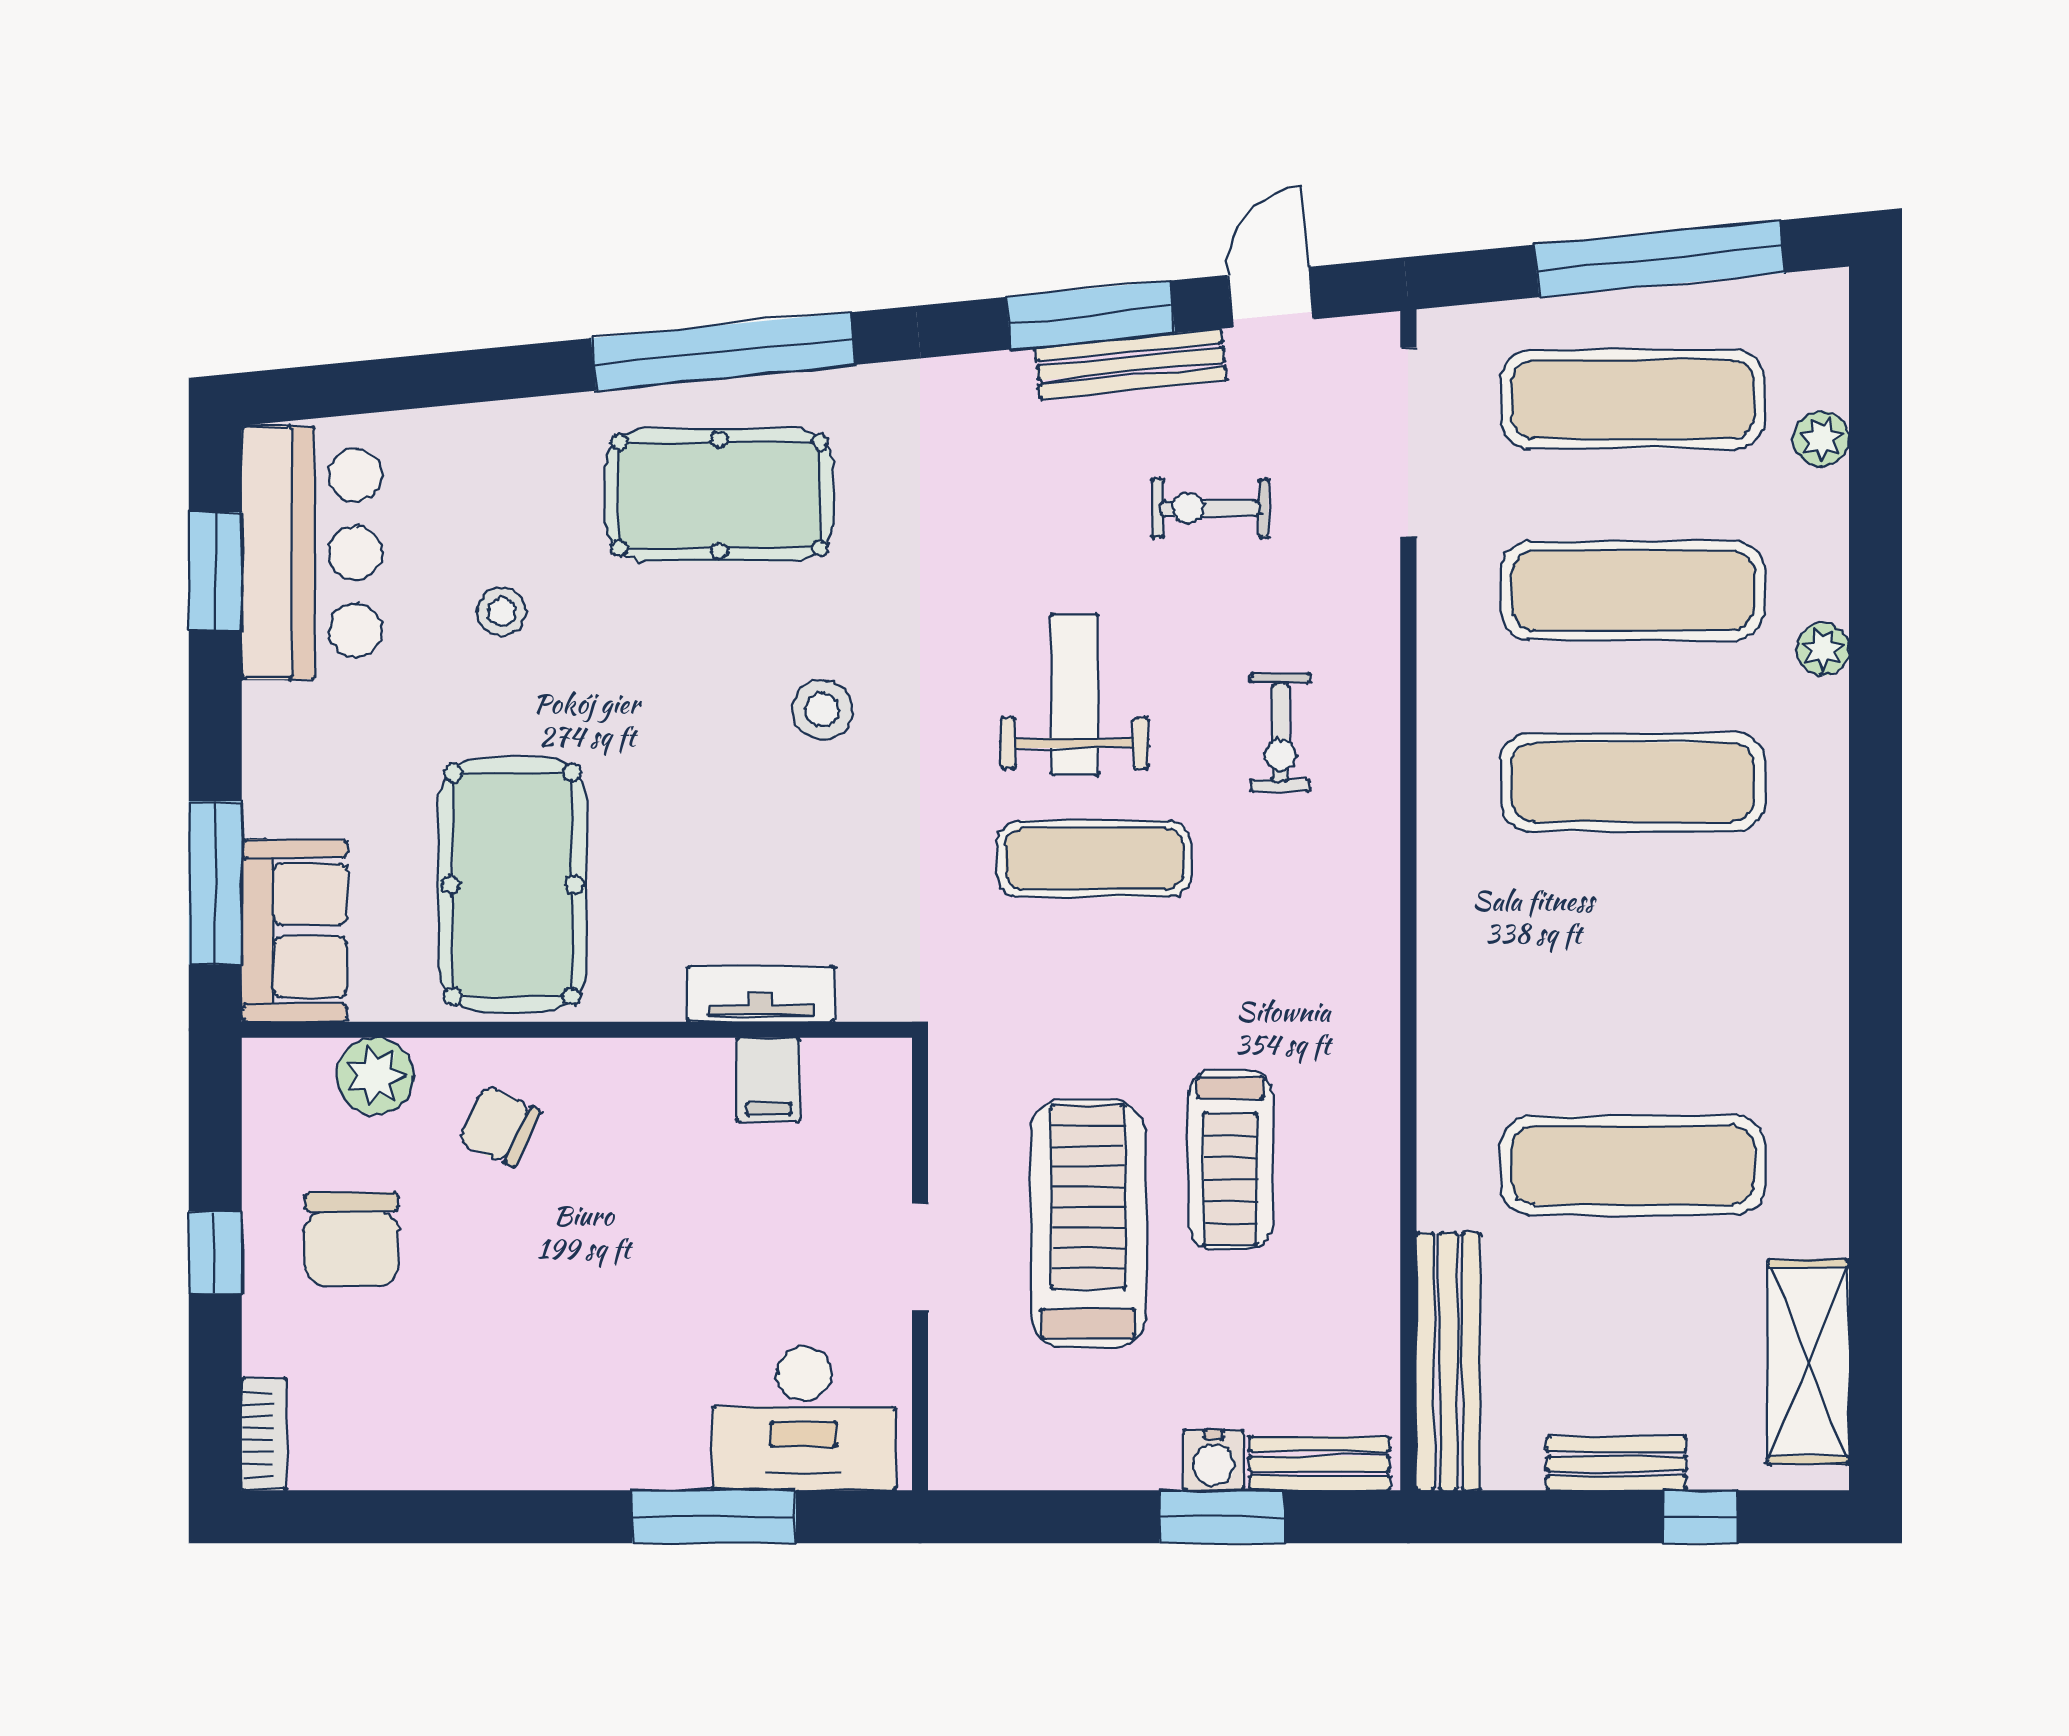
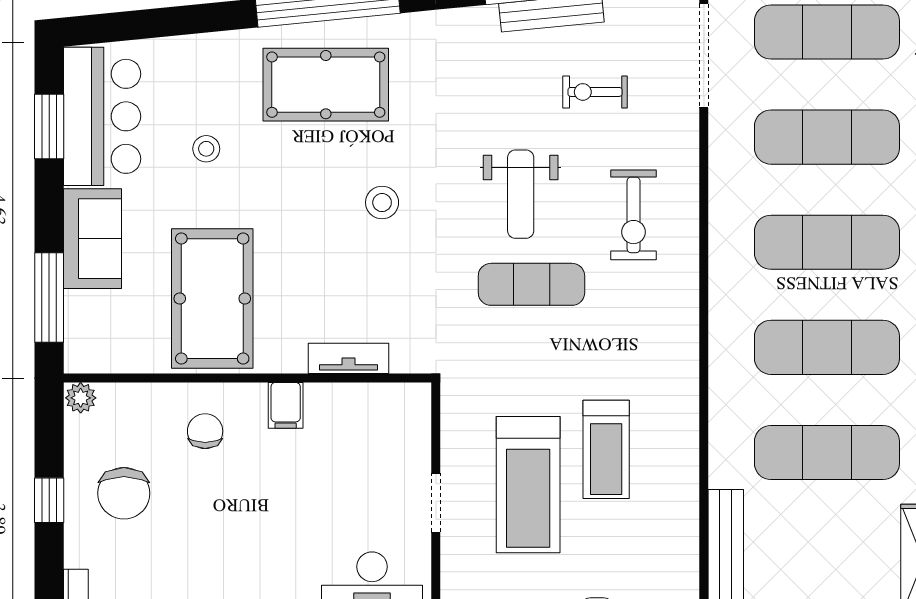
weight bench: (1075, 695) -> (521, 194), turned 180
exercise bike: (1280, 732) -> (634, 215), width x1.38, depth x1.39
sofa: (294, 931) -> (92, 239), moved
exercise mat: (1633, 974) -> (827, 347), added
plant: (375, 1076) -> (81, 398), moved, width x0.73, depth x0.73
filing cabinet: (769, 1080) -> (286, 405), moved
chair: (500, 1126) -> (205, 431), turned 65
treadmill: (1088, 1224) -> (528, 485), turned 180

